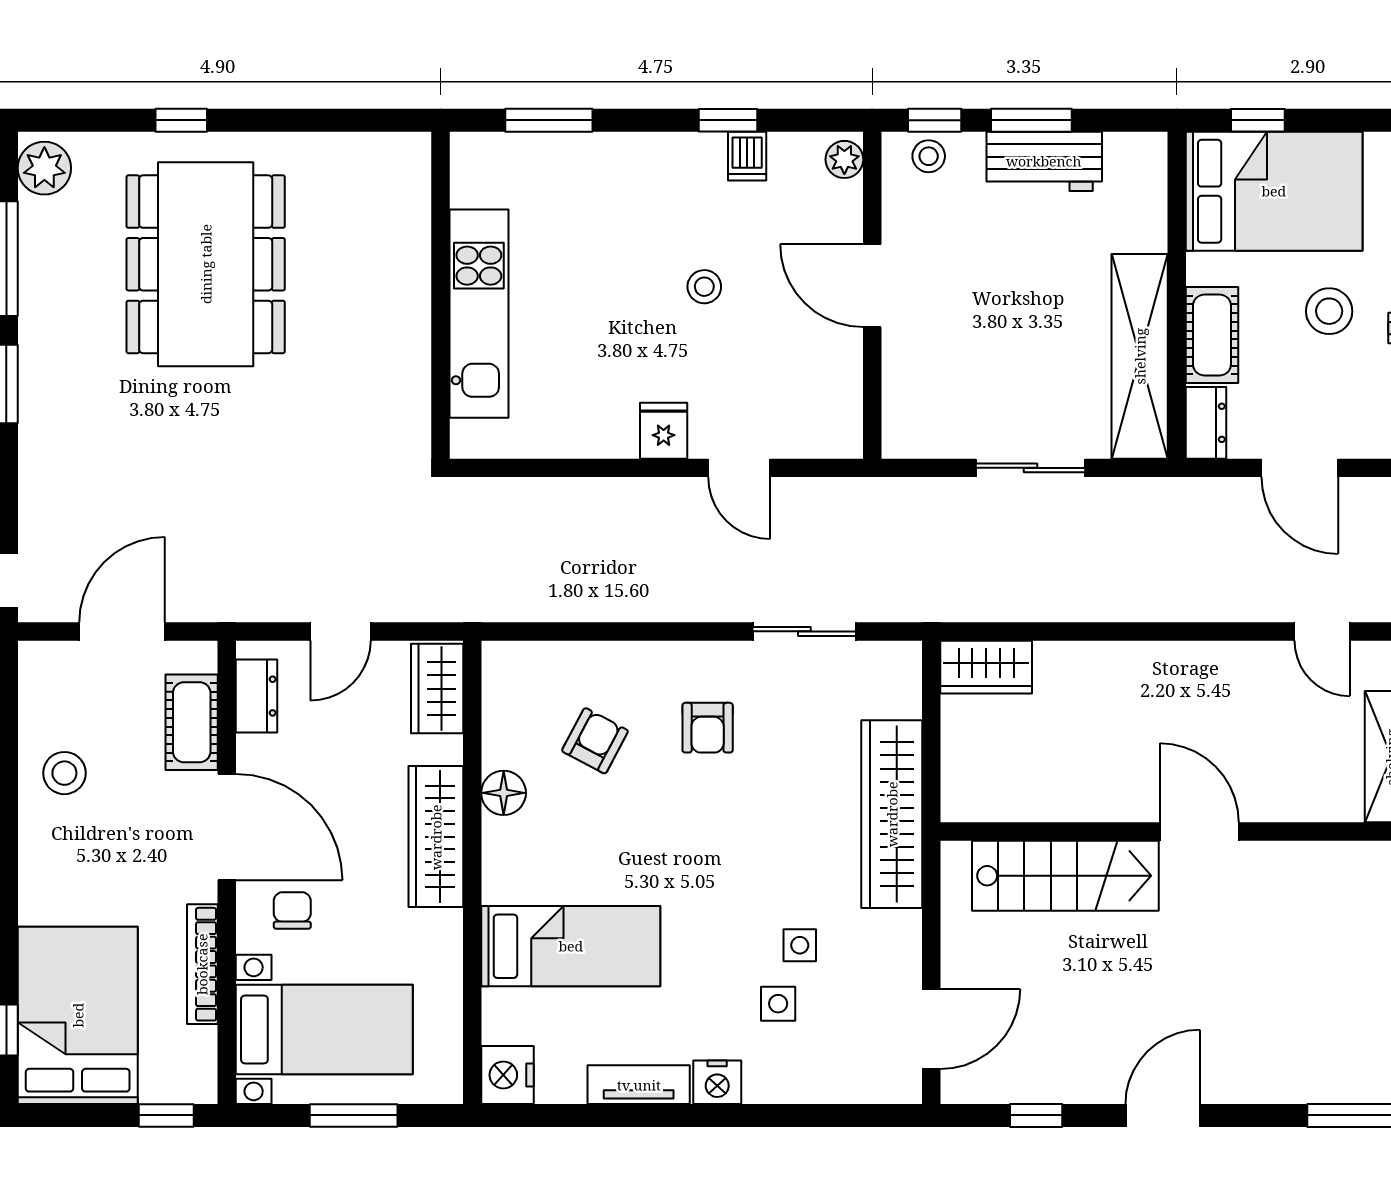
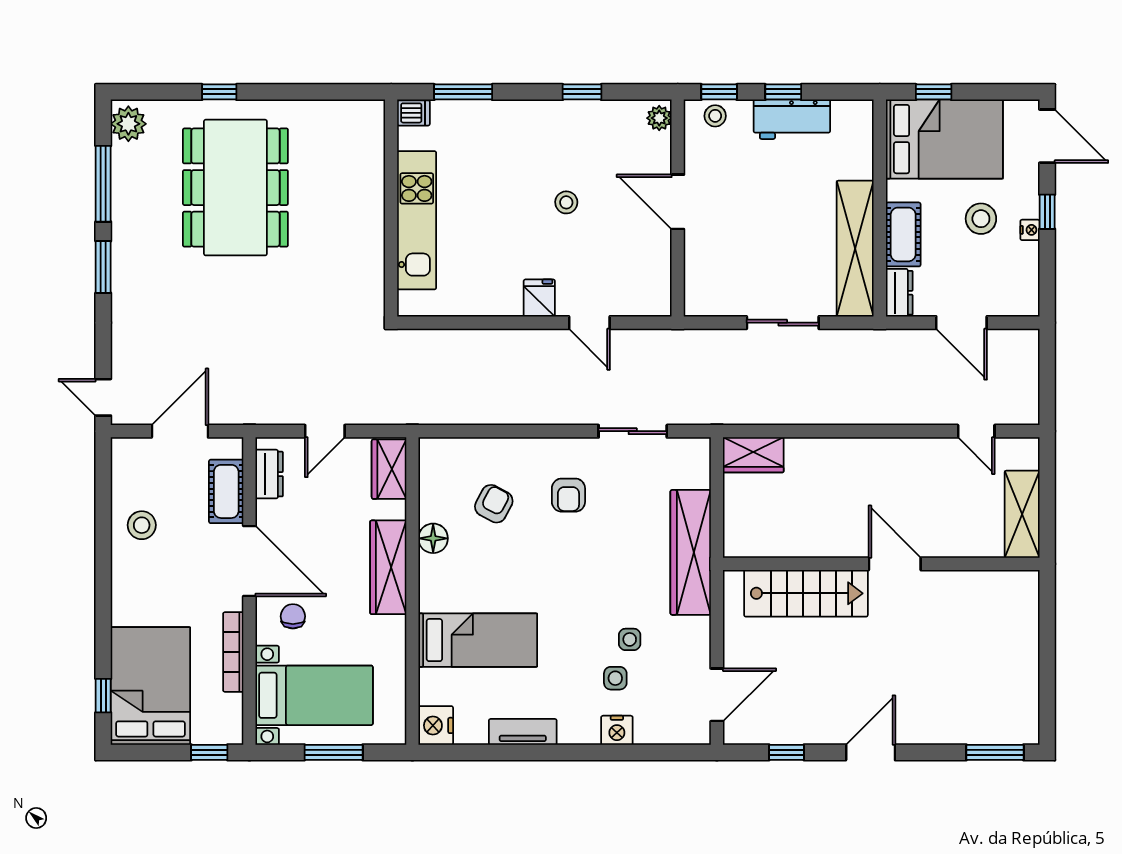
window: (1031, 120) -> (783, 92), width x0.67
dishwasher: (747, 156) -> (414, 113), moved, turned -90
nightstand: (717, 1082) -> (617, 730), moved

